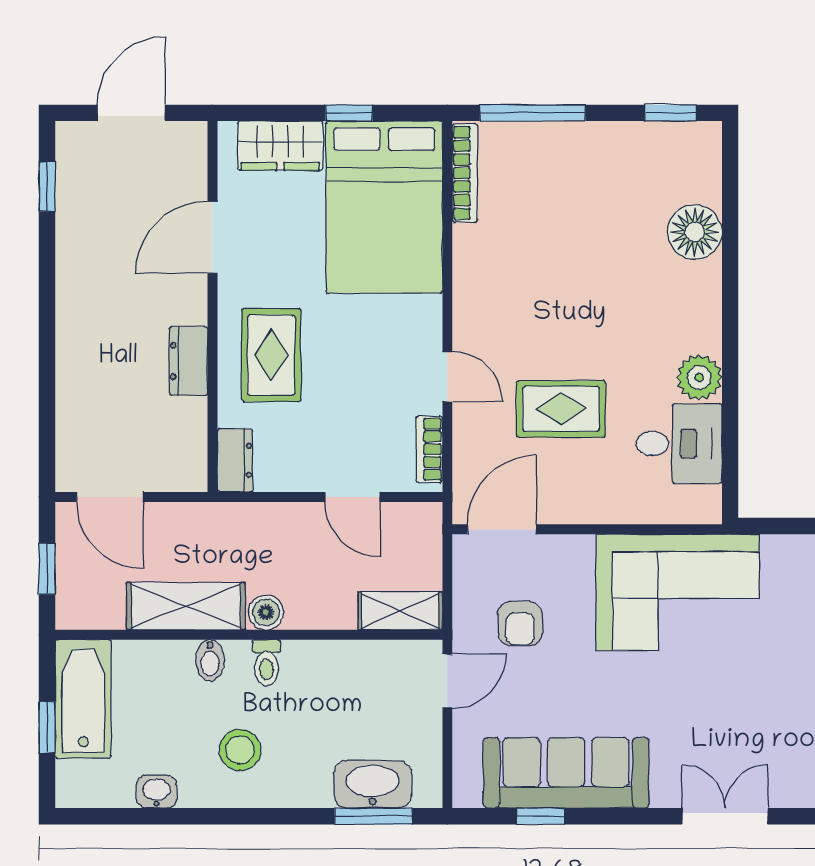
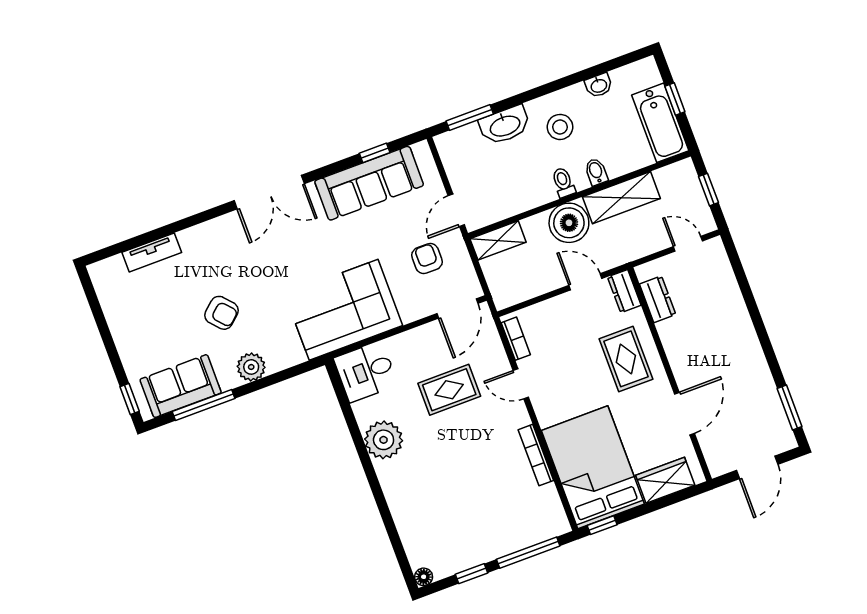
window: (349, 113) -> (602, 525), moved
window: (671, 113) -> (471, 574), moved
bookcase: (465, 173) -> (536, 455), moved
window: (47, 187) -> (790, 407), width x1.50
floor lamp: (695, 232) -> (424, 577), moved, width x0.53, depth x0.53
dresser: (188, 361) -> (658, 299), moved
plant: (699, 378) -> (384, 440), width x1.36, depth x1.36
desk: (679, 444) -> (366, 372), moved
door: (110, 497) -> (688, 244), width x0.73
door: (353, 497) -> (585, 282), moved
boiler: (266, 612) -> (569, 223), width x1.86, depth x1.86
washbasin: (373, 784) -> (505, 125), moved
double door: (725, 816) -> (269, 192), width x1.37

